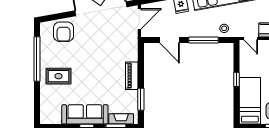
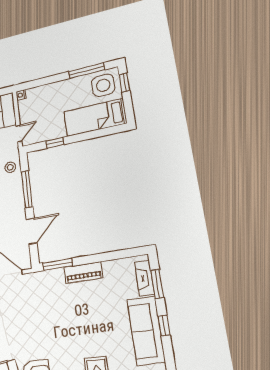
window: (236, 79) -> (55, 143), moved
window: (141, 99) -> (58, 264), moved

